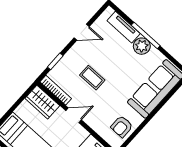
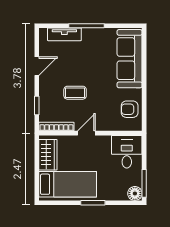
plant: (142, 46) -> (91, 36), removed
wardrobe: (42, 102) -> (48, 155), moved, turned -90
armchair: (122, 127) -> (130, 109), turned 90

